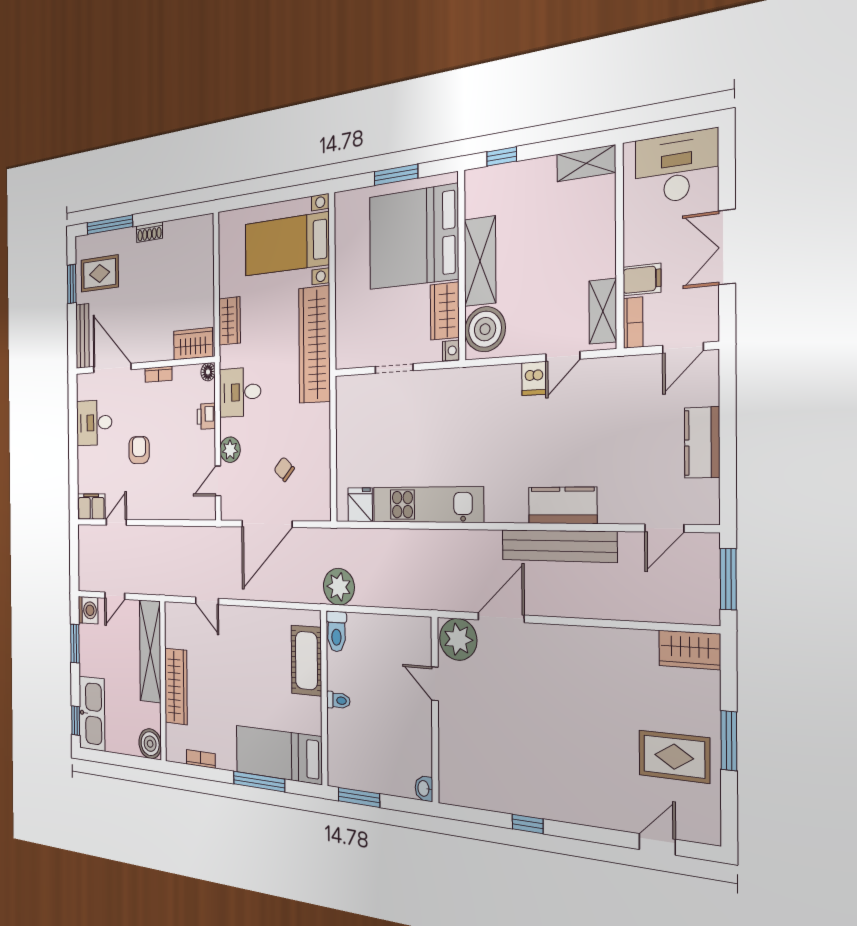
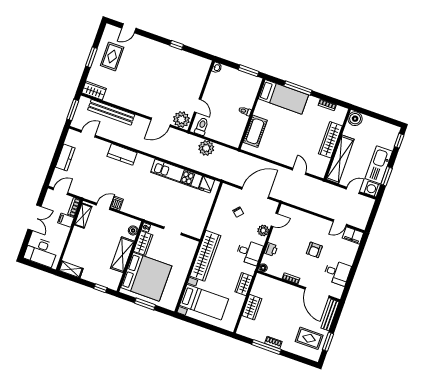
window: (110, 225) -> (266, 347), moved
boiler: (485, 329) -> (133, 230), width x0.54, depth x0.54
wardrobe: (193, 344) -> (252, 307), moved, turned -90
bench: (558, 546) -> (111, 112), moved
plant: (339, 587) -> (206, 148), moved
toilet: (336, 632) -> (202, 126), moved
kitchen sink: (92, 714) -> (379, 165), moved
rug: (674, 757) -> (112, 56), turned 90

